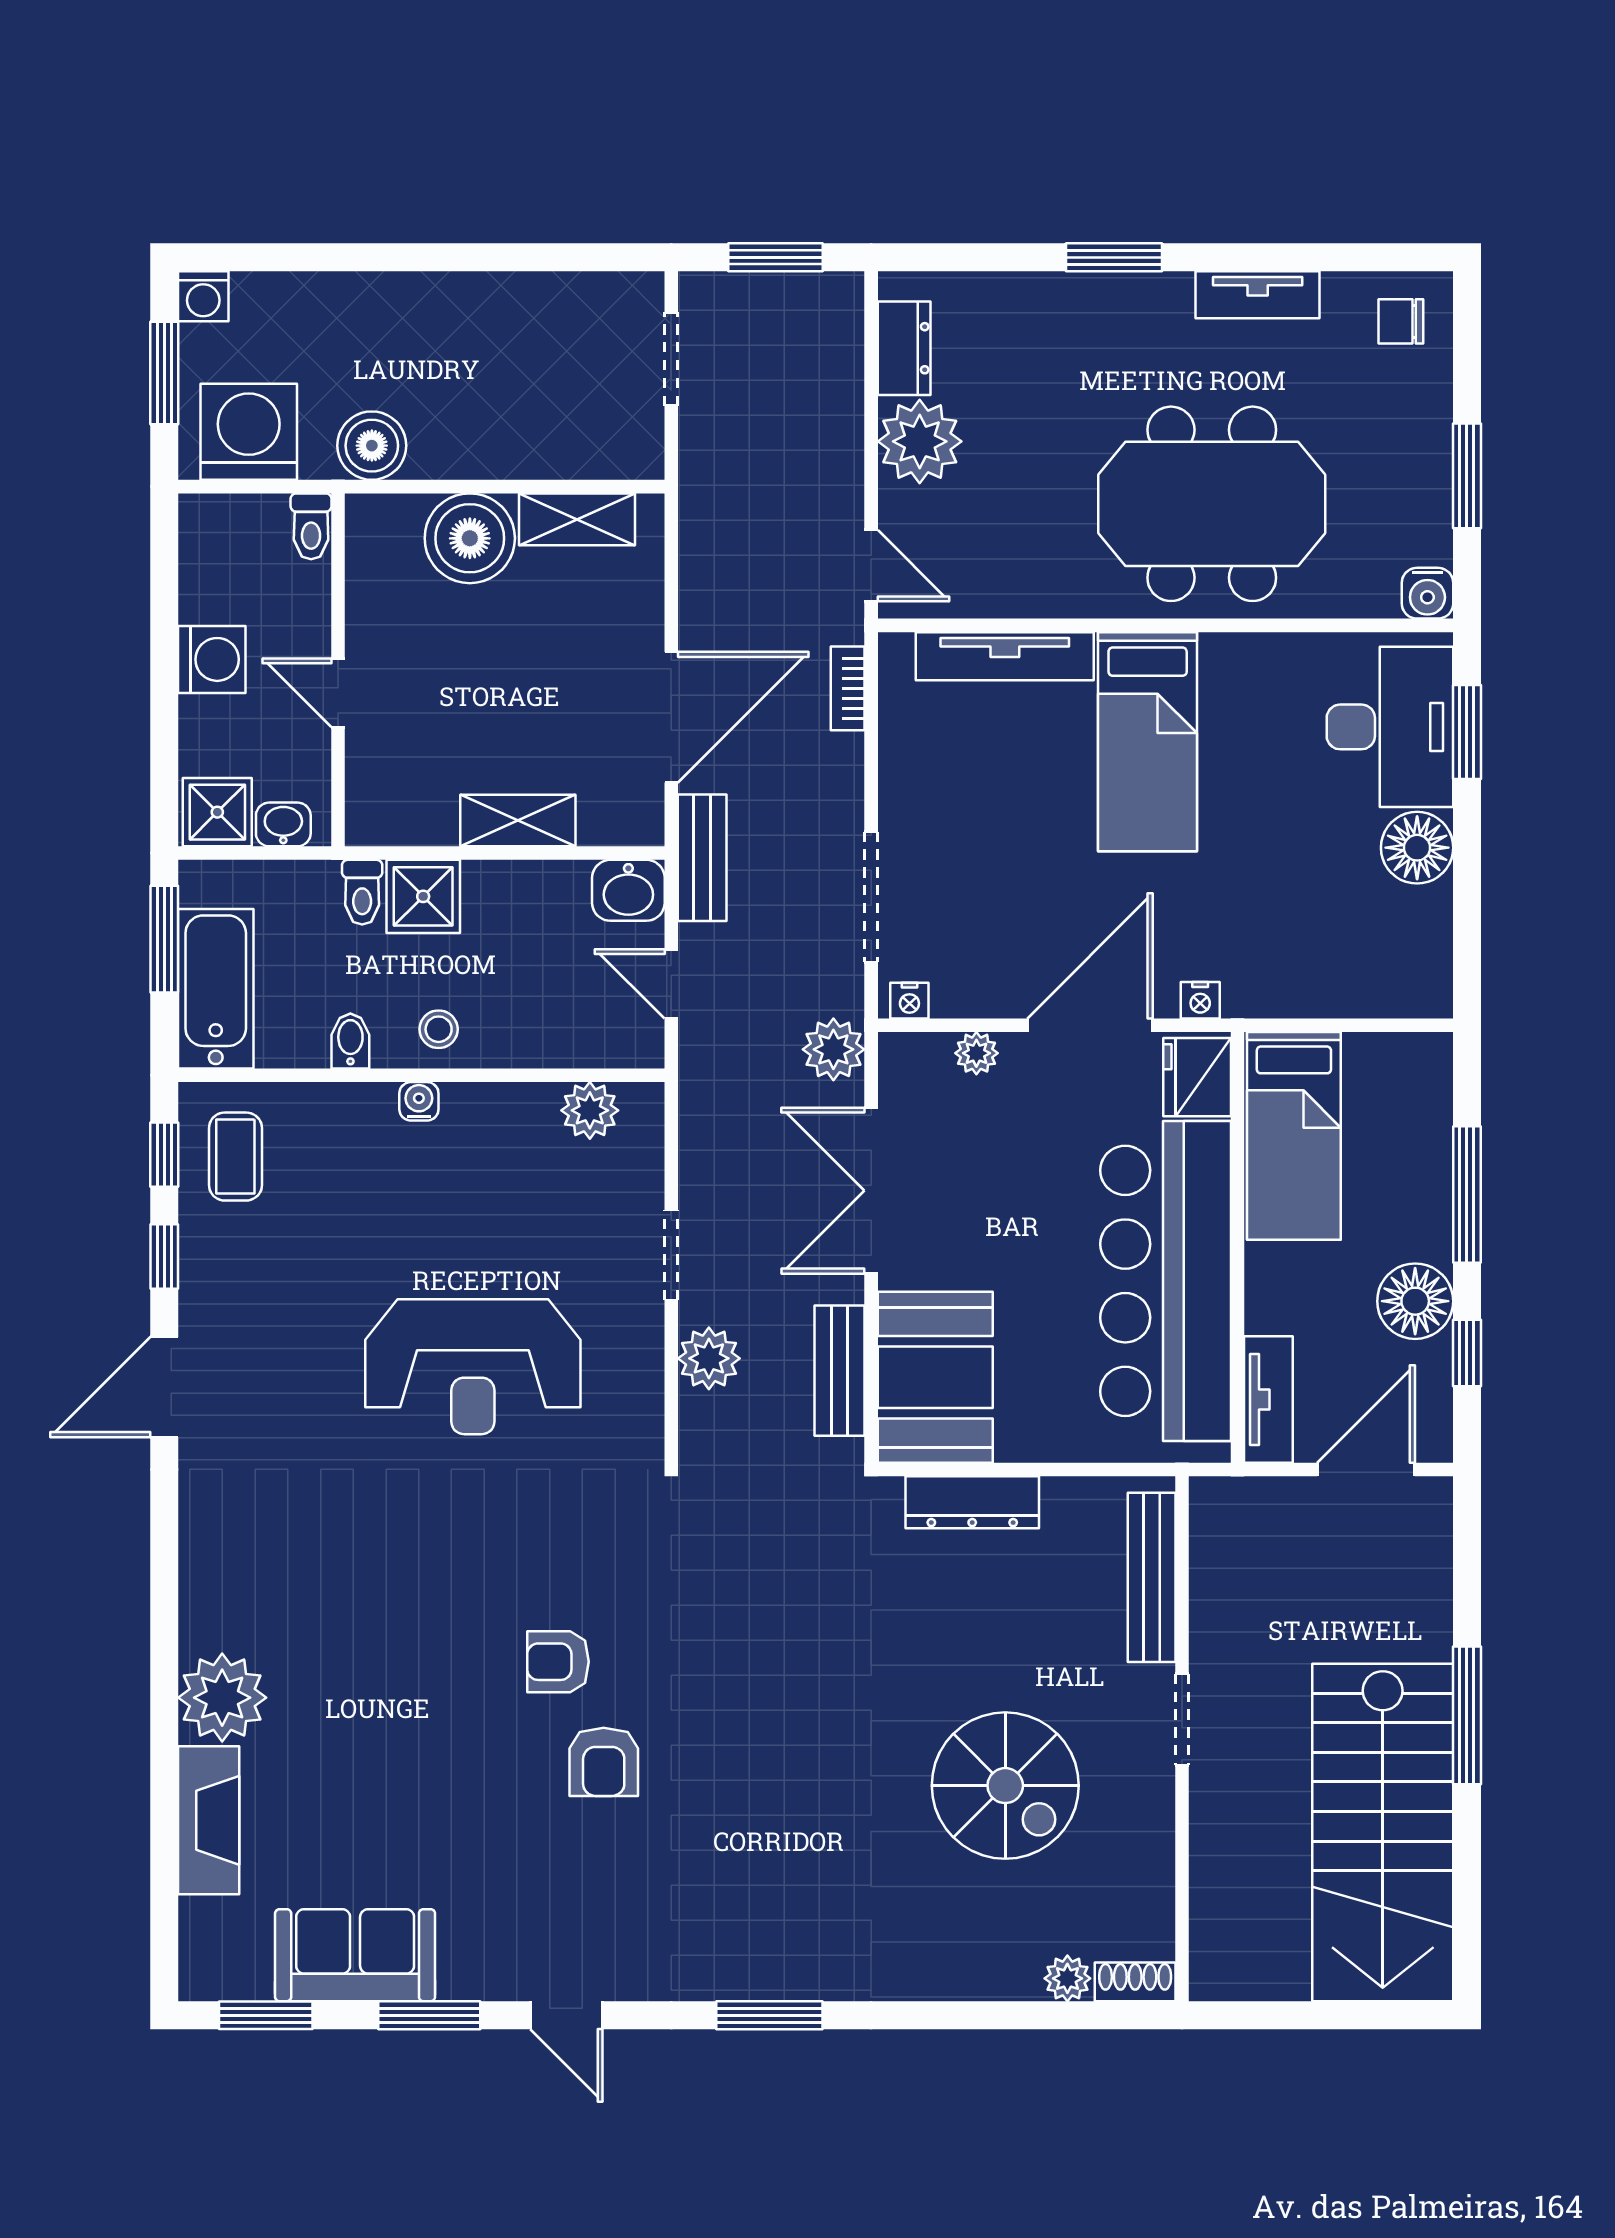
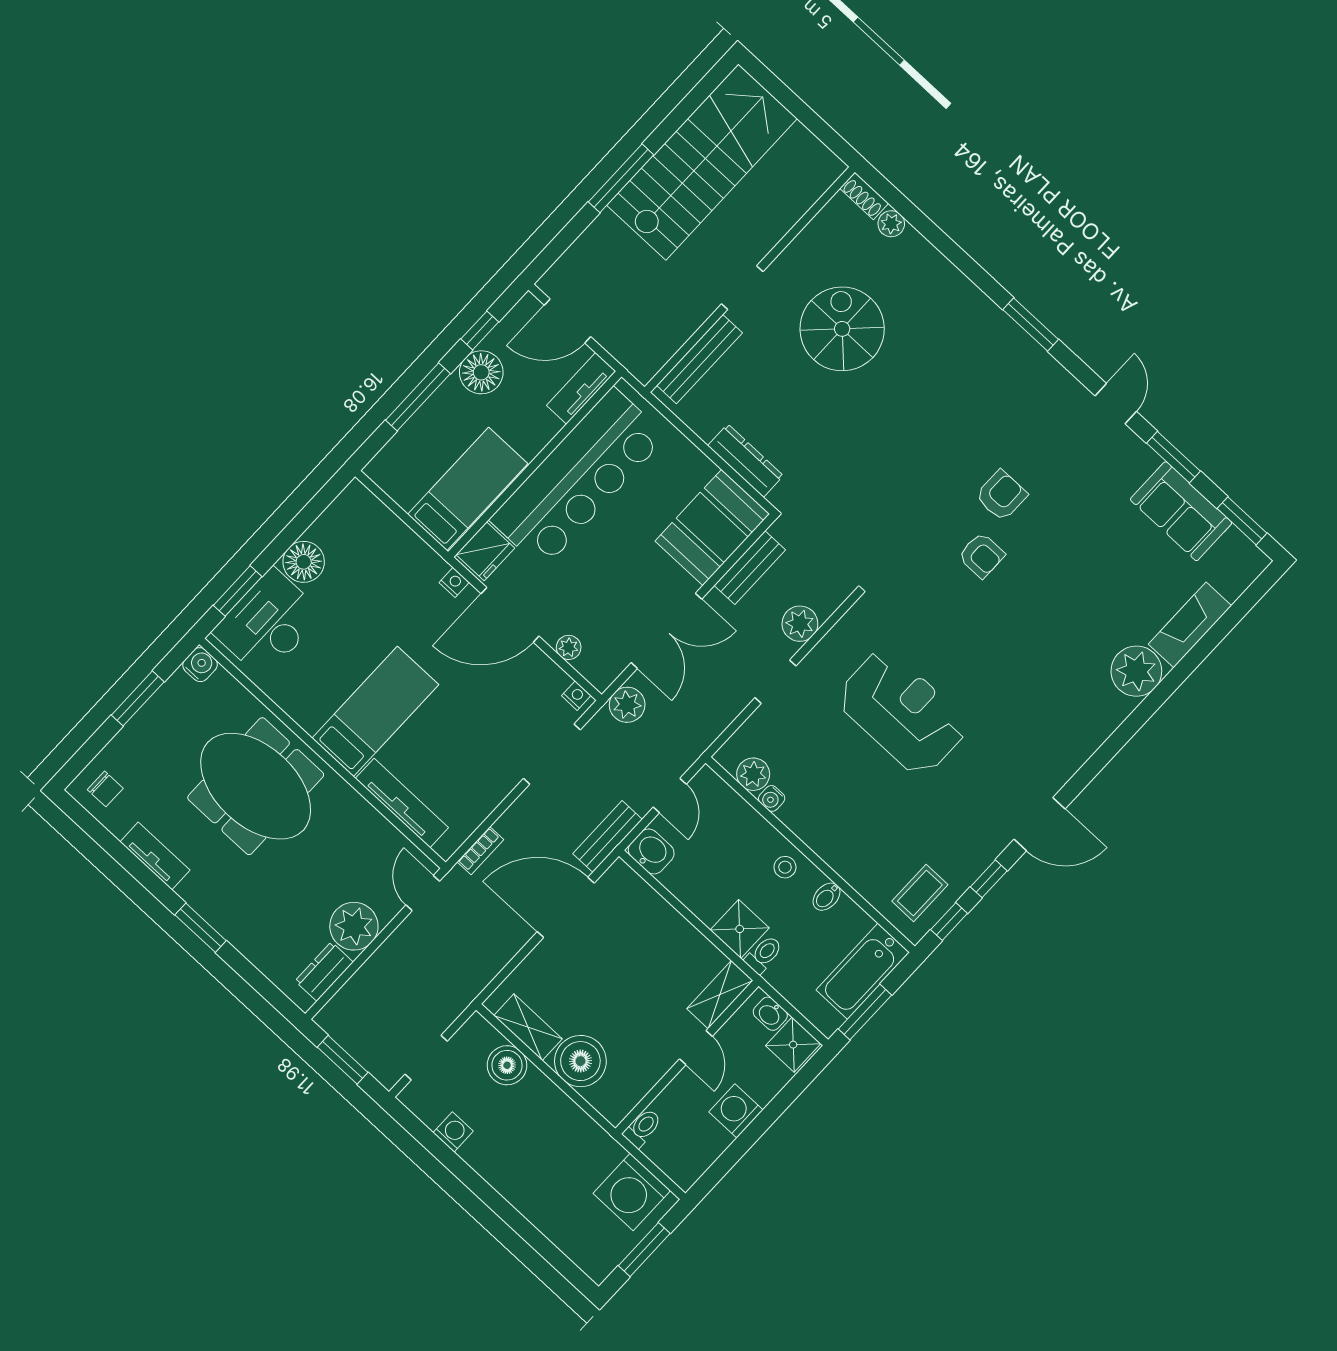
washing machine: (203, 296) -> (453, 1132), moved
boiler: (372, 446) -> (507, 1065), moved
shelving: (518, 821) -> (720, 995), moved, turned 90
water cooler: (419, 1101) -> (772, 798), moved

